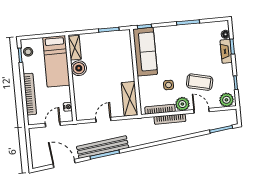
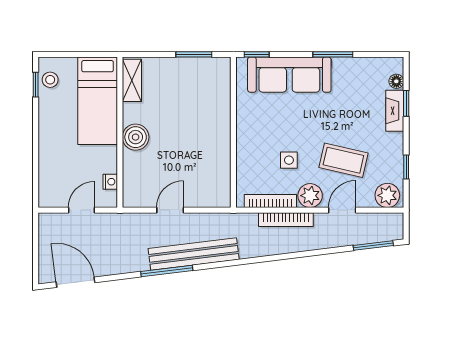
sofa: (145, 52) -> (289, 75), moved, turned 90
boiler: (79, 68) -> (136, 137), moved
bookcase: (30, 94) -> (46, 154), removed
shelving: (130, 99) -> (219, 178), removed
door: (201, 111) -> (342, 210), hinge flipped
bench: (103, 147) -> (194, 254), moved
door: (64, 163) -> (75, 282), moved

